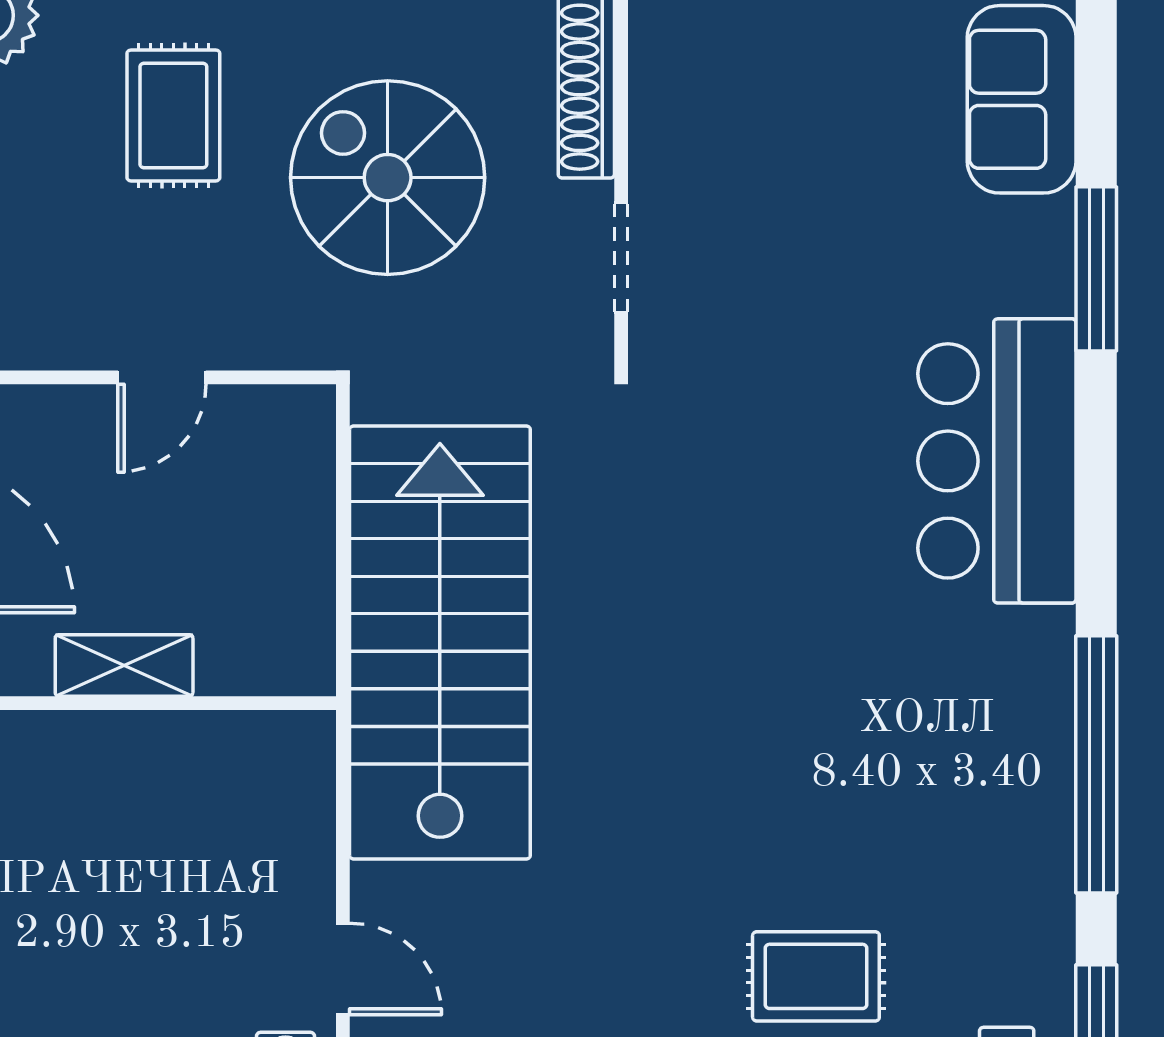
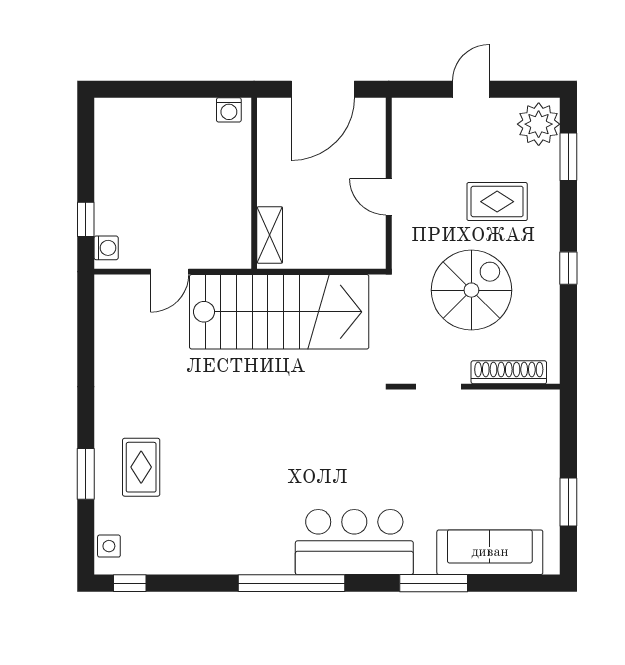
sofa: (1022, 99) -> (490, 552), width x1.36
shelving: (124, 665) -> (270, 235), moved
window: (1096, 764) -> (292, 583), moved
door: (343, 969) -> (170, 272), moved

